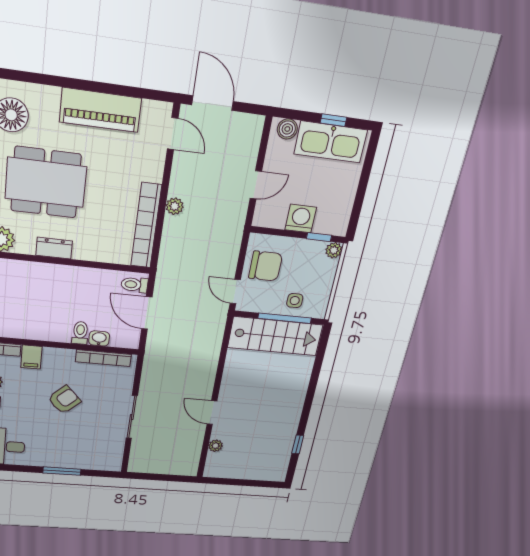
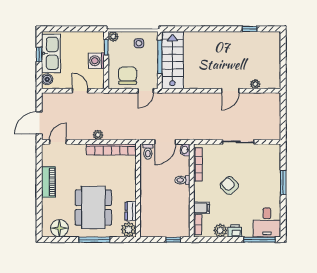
piano: (100, 110) -> (48, 182), width x0.73, depth x0.75
dresser: (54, 248) -> (131, 211), moved
side table: (295, 301) -> (139, 43), moved
washbasin: (99, 338) -> (185, 150), moved

